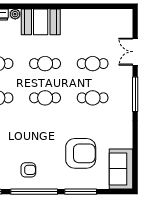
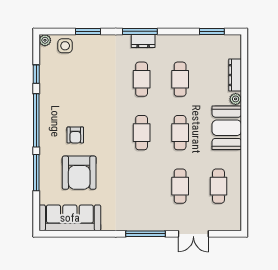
double door: (135, 52) -> (193, 234), swing flipped
cafe table: (93, 98) -> (219, 186), moved
sofa: (121, 169) -> (70, 218), width x1.36
armchair: (28, 170) -> (75, 135), moved

